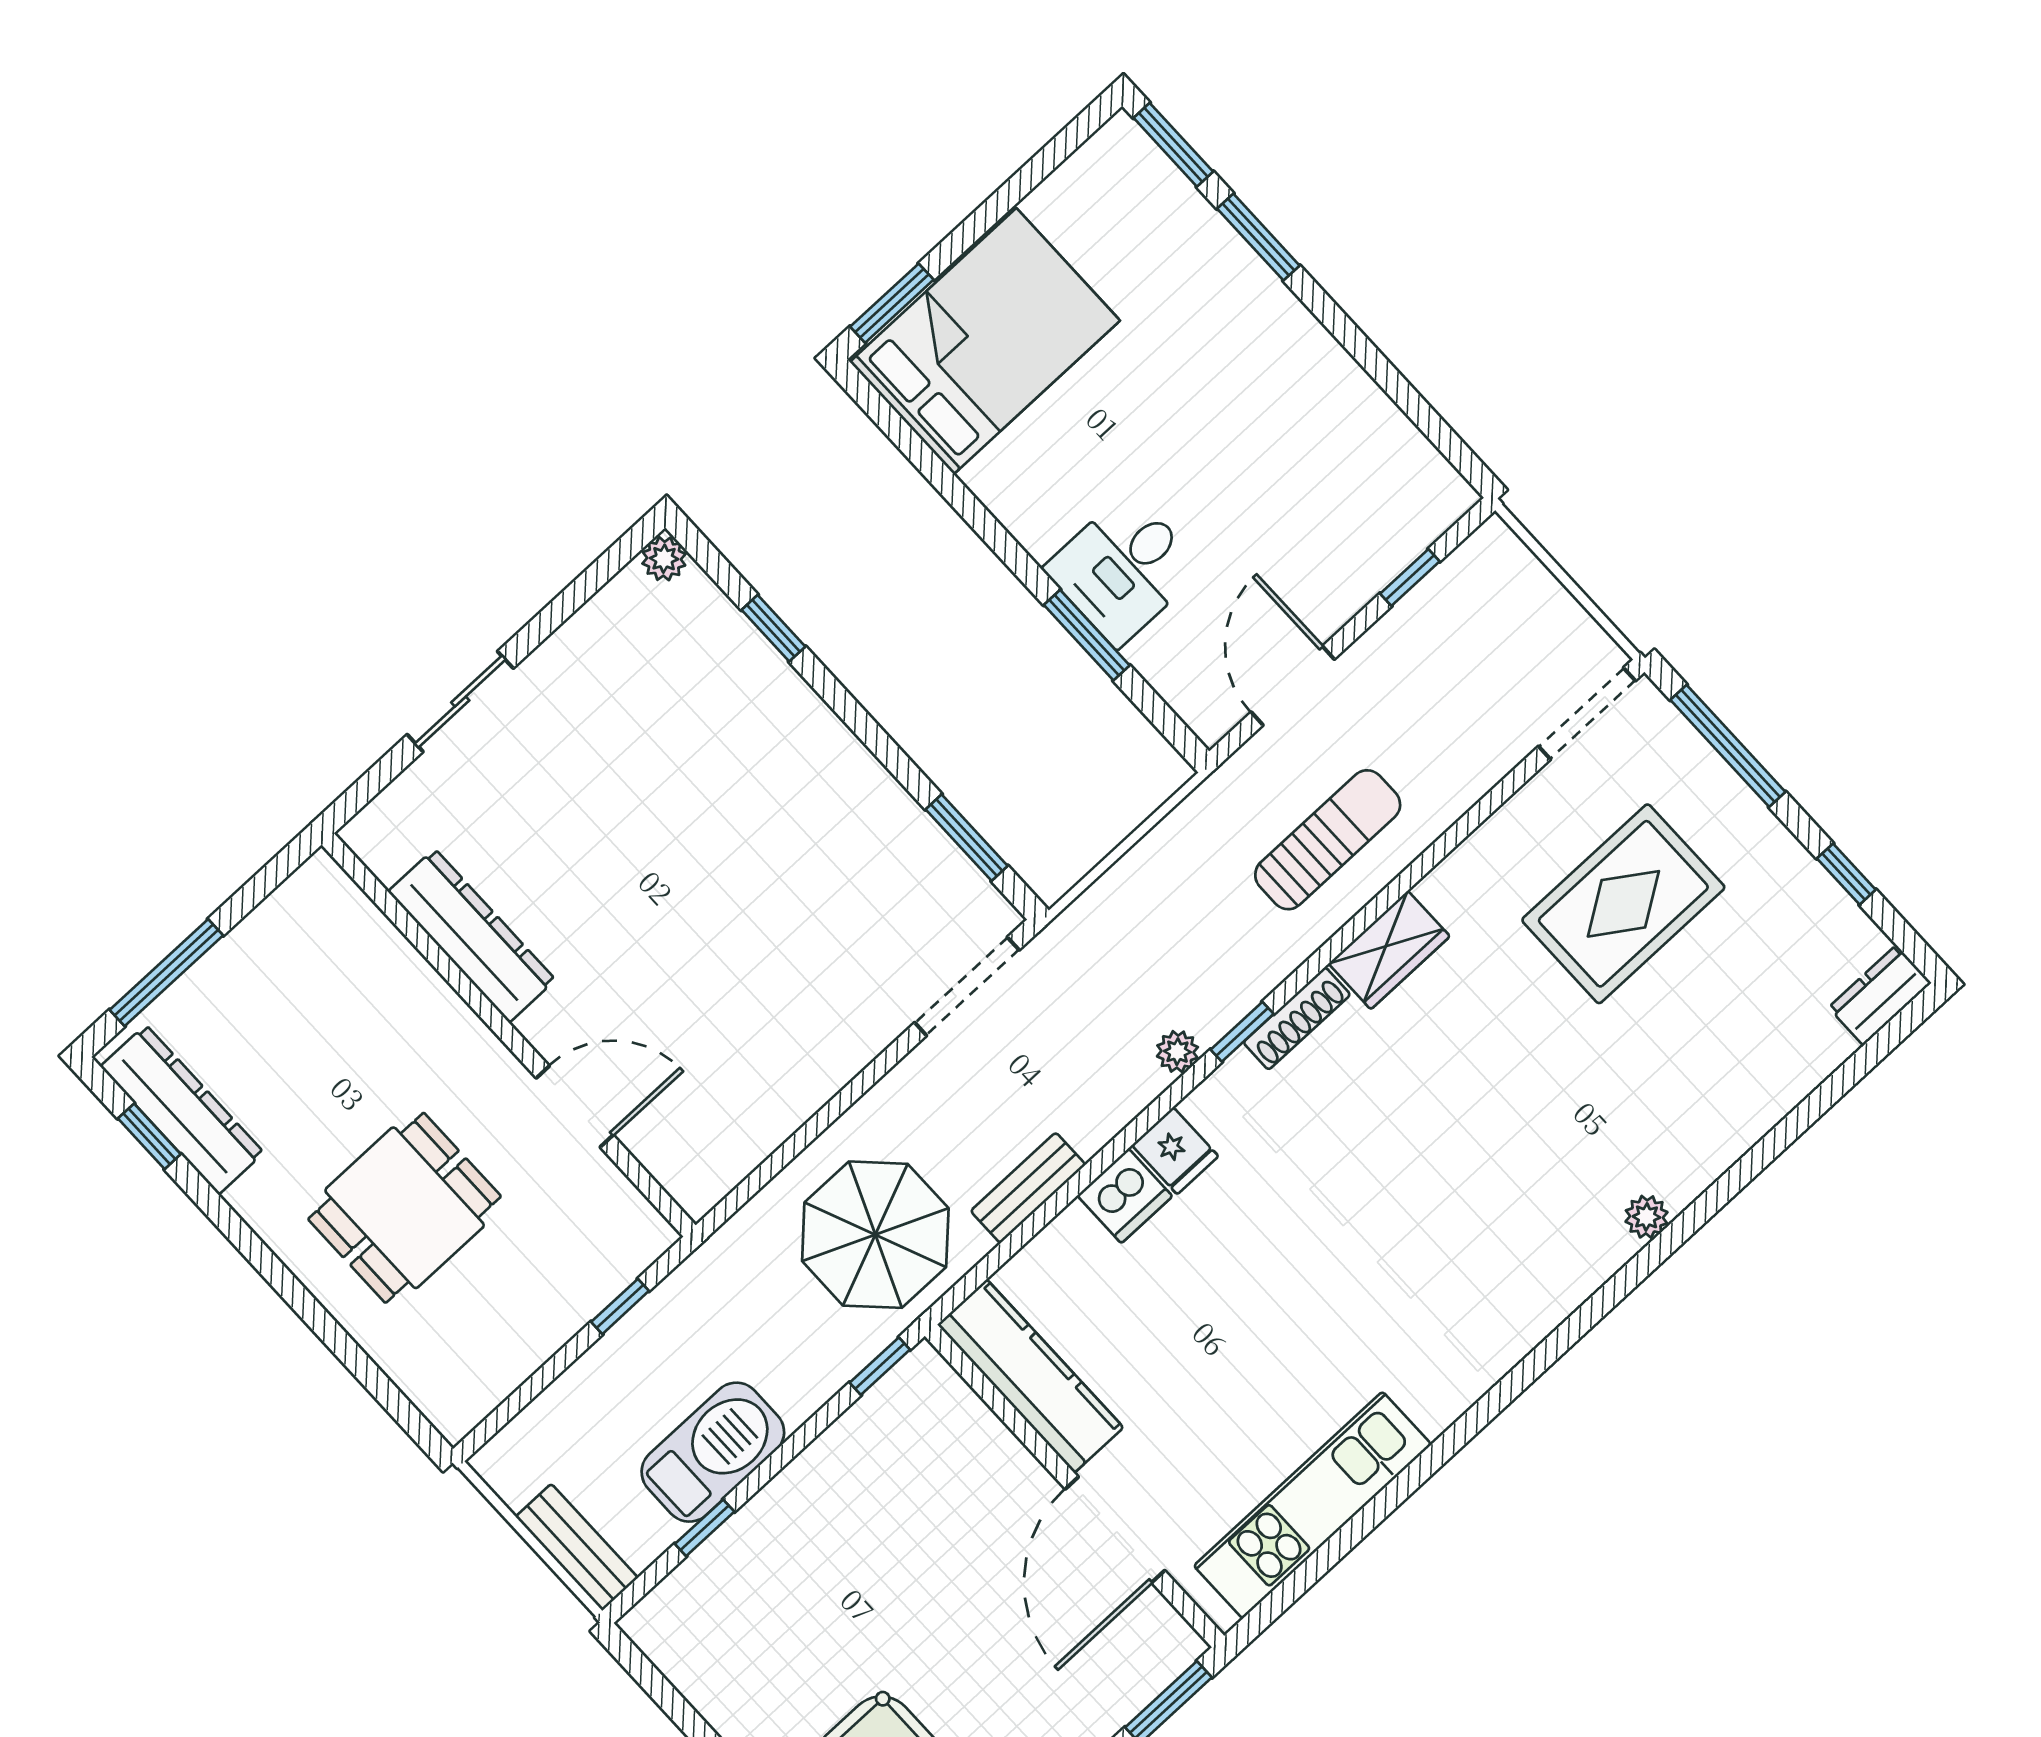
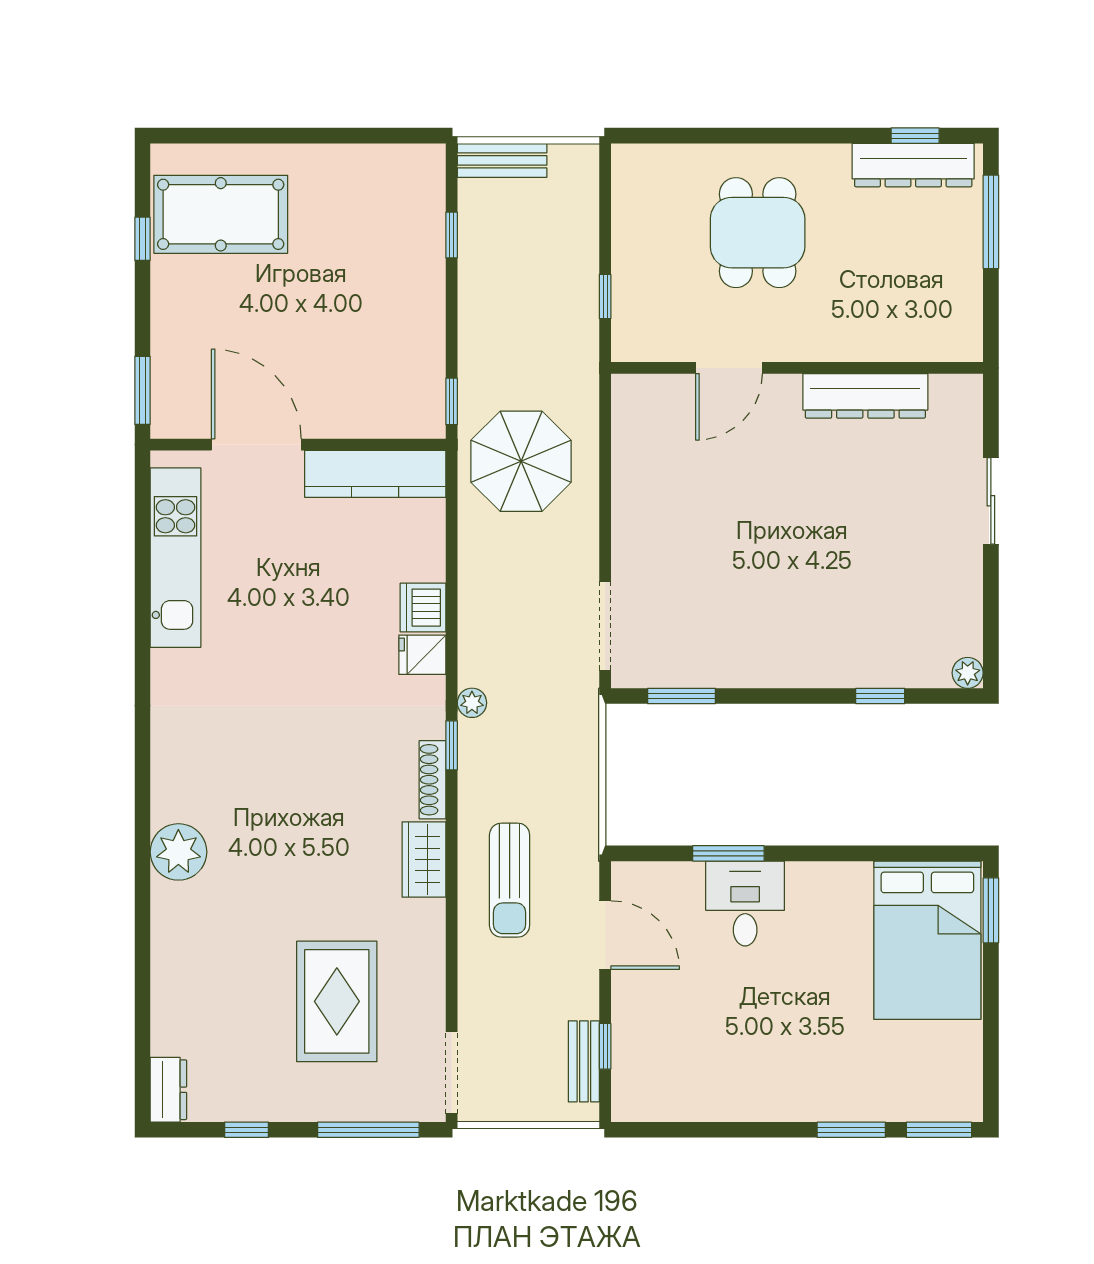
bench: (1028, 1188) -> (584, 1061), moved
plant: (1646, 1217) -> (178, 852), width x1.88, depth x1.88
barbecue: (713, 1452) -> (486, 275), removed

